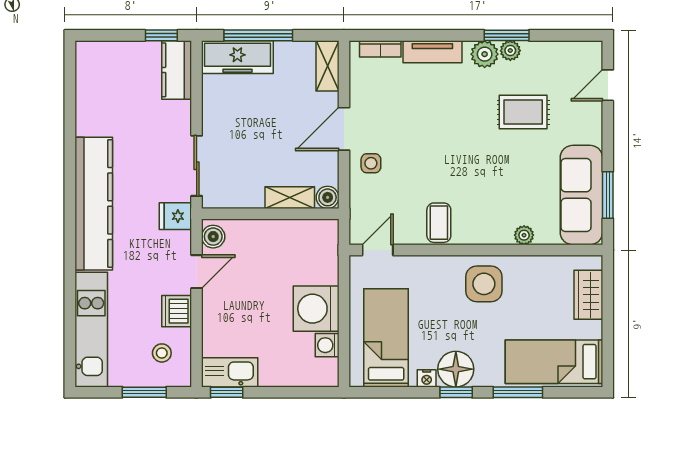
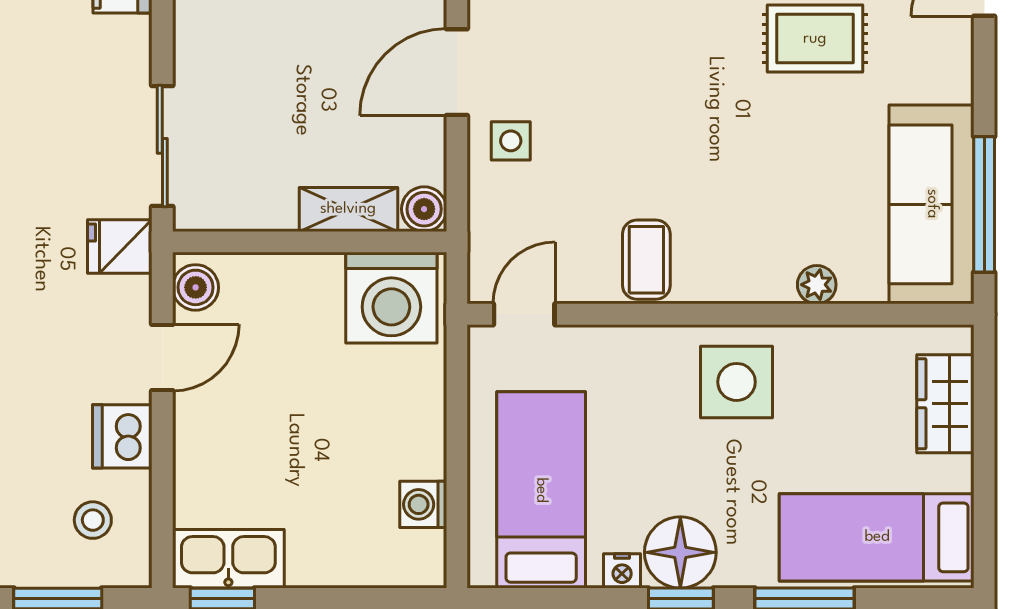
window: (608, 195) -> (984, 204), width x1.44
washing machine: (316, 309) -> (391, 298), moved, turned -90

